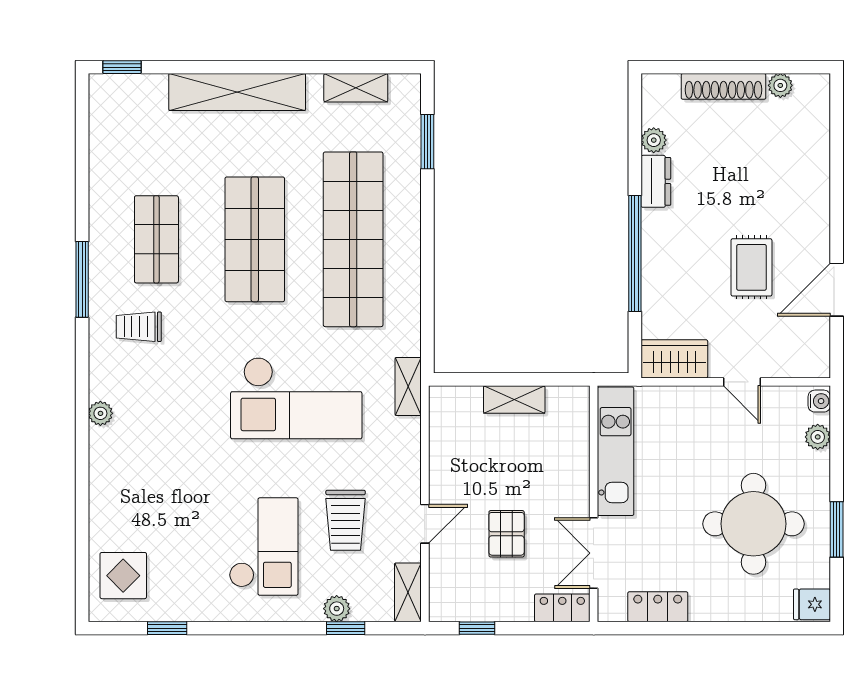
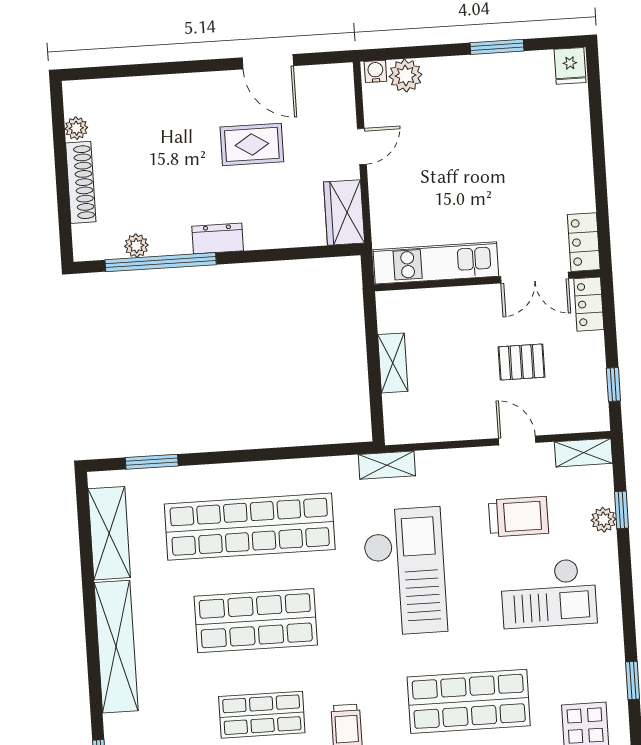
shelving: (356, 88) -> (109, 533), width x1.50, depth x1.33
dresser: (656, 181) -> (218, 238), moved
window: (635, 254) -> (161, 262), moved
plant: (818, 437) -> (406, 76), width x1.38, depth x1.38
shop shelf: (156, 456) -> (469, 701), added
round table: (753, 524) -> (497, 127), removed
checkout: (264, 547) -> (549, 593), turned 180
locker: (658, 607) -> (584, 242), moved

